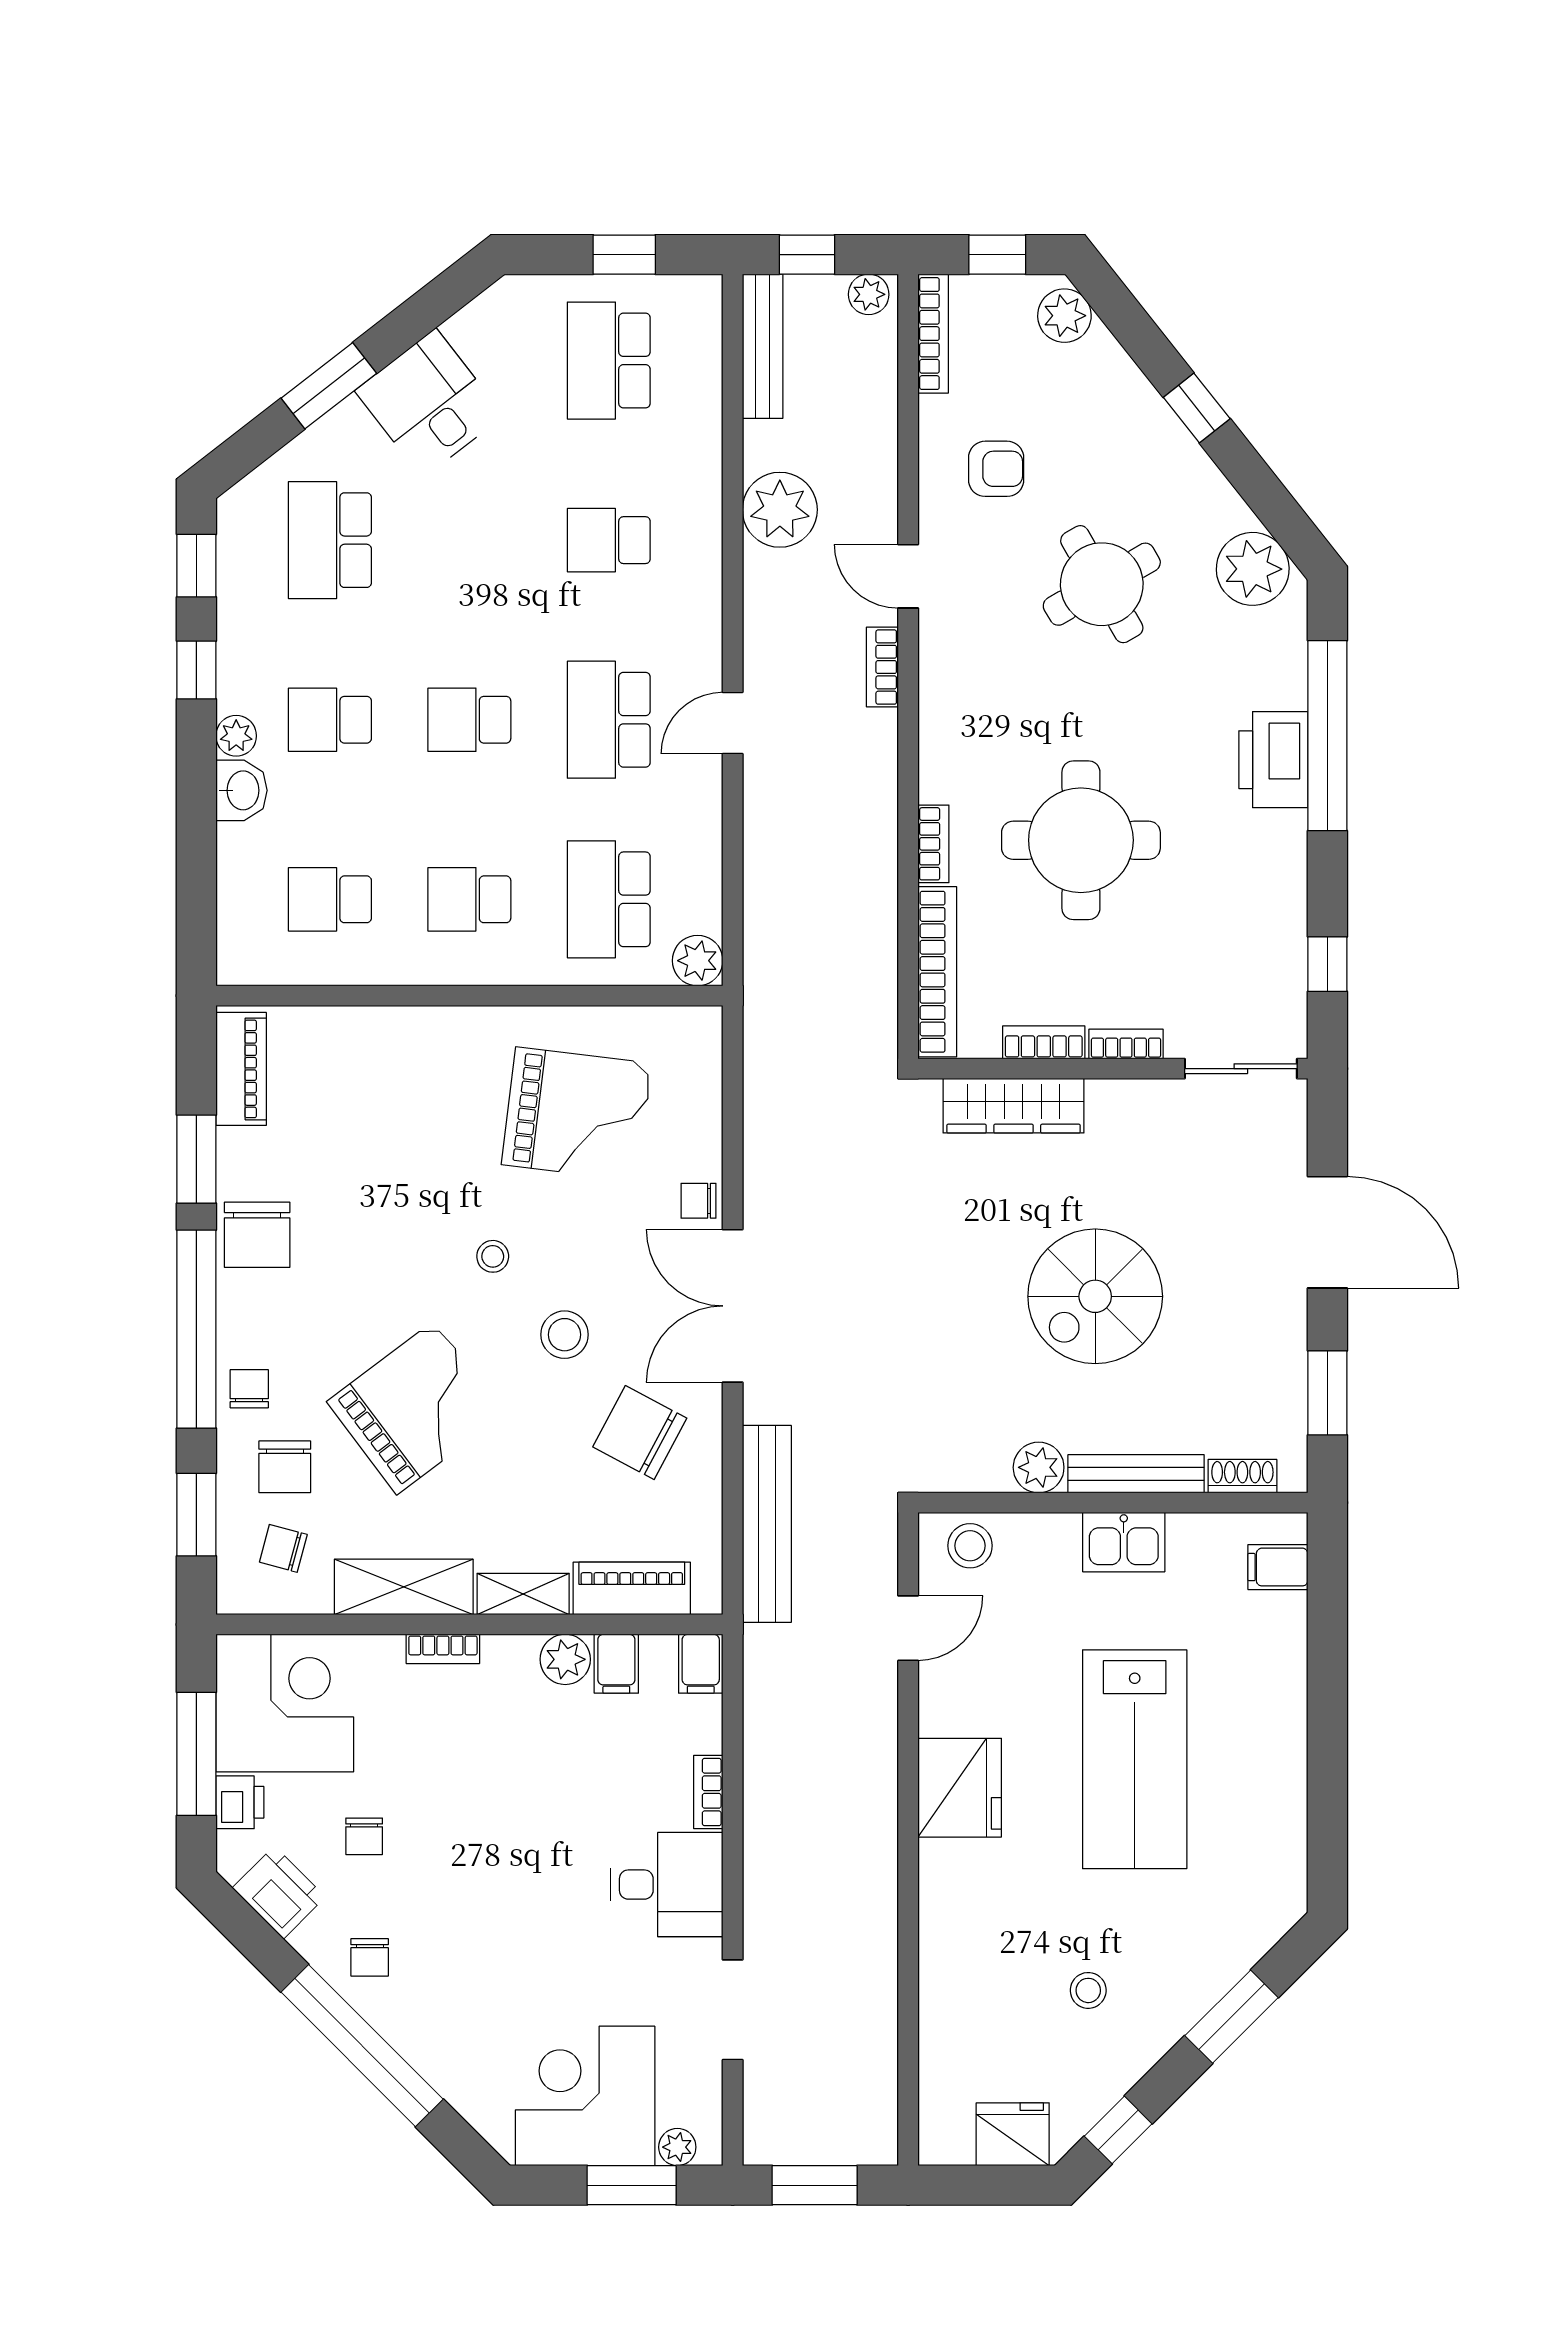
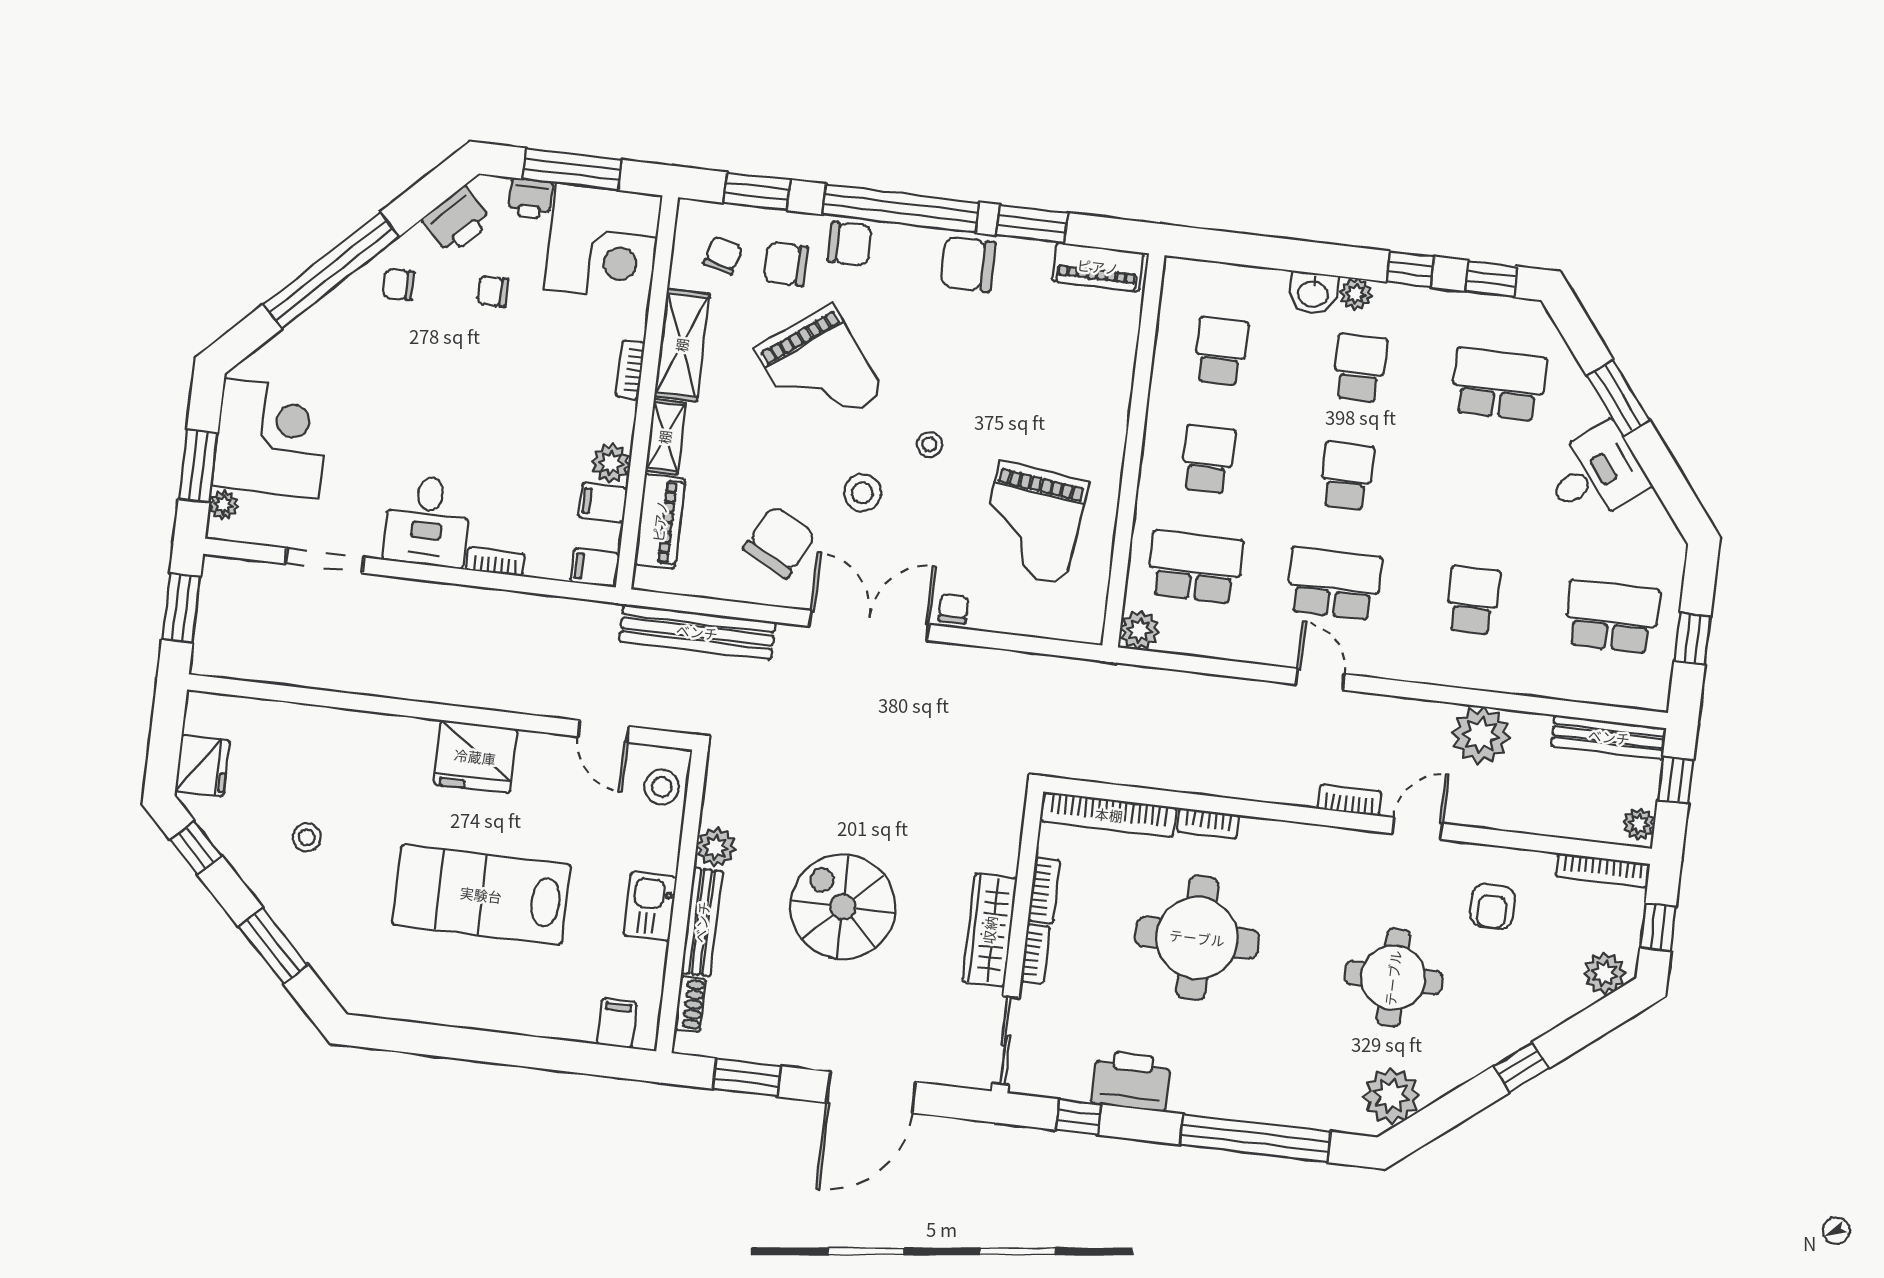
round table: (1102, 584) -> (1393, 978), turned 30
printer: (1273, 760) -> (1131, 1081), moved
wardrobe: (1013, 1106) -> (990, 930), moved
chair: (249, 1389) -> (850, 244), width x1.37, depth x1.37

